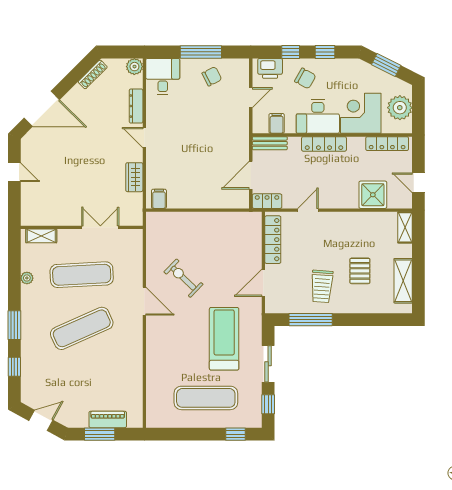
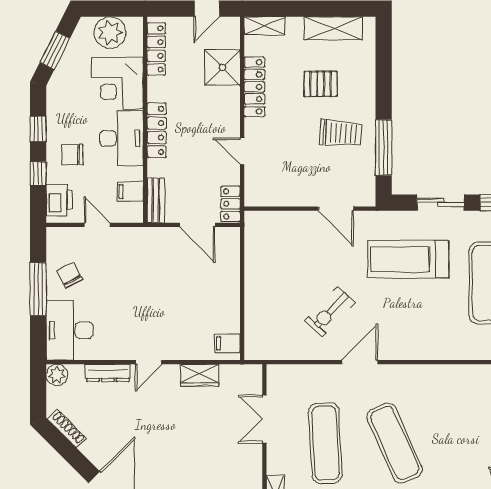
desk: (163, 76) -> (70, 330), width x1.37
chair: (305, 78) -> (72, 155), turned -119
locker: (273, 240) -> (254, 87), moved, turned 90

